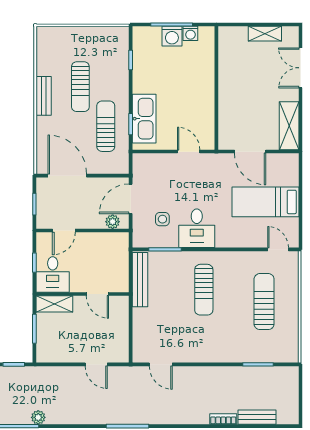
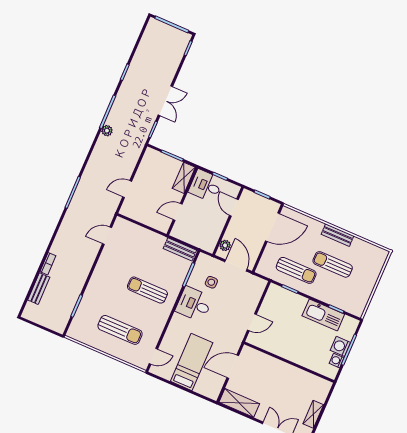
kitchen sink: (144, 119) -> (323, 315), moved
bench: (140, 280) -> (180, 249), width x0.73

